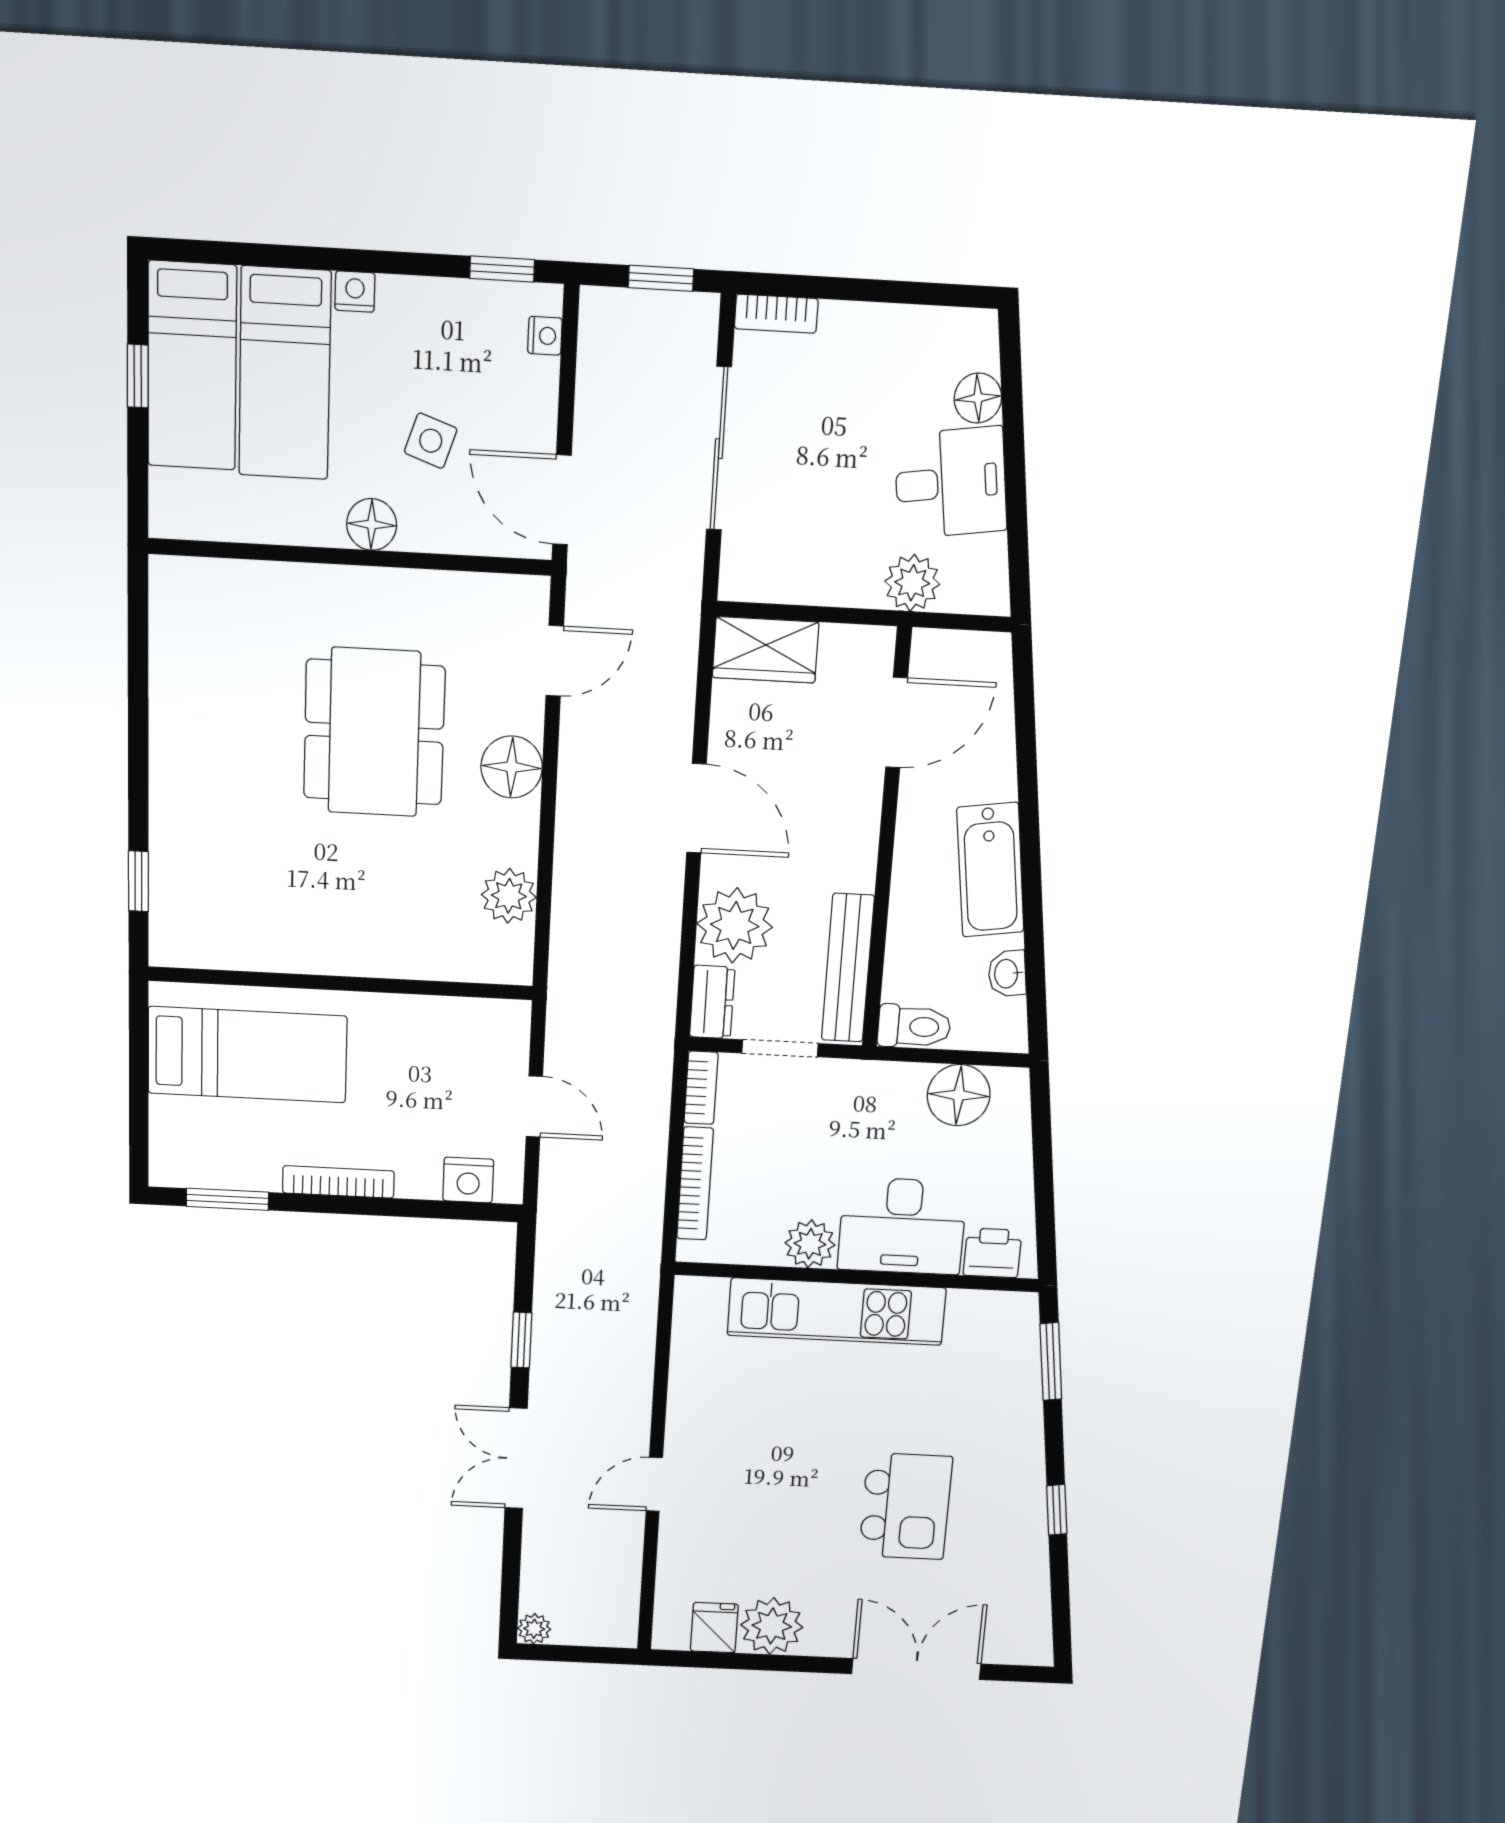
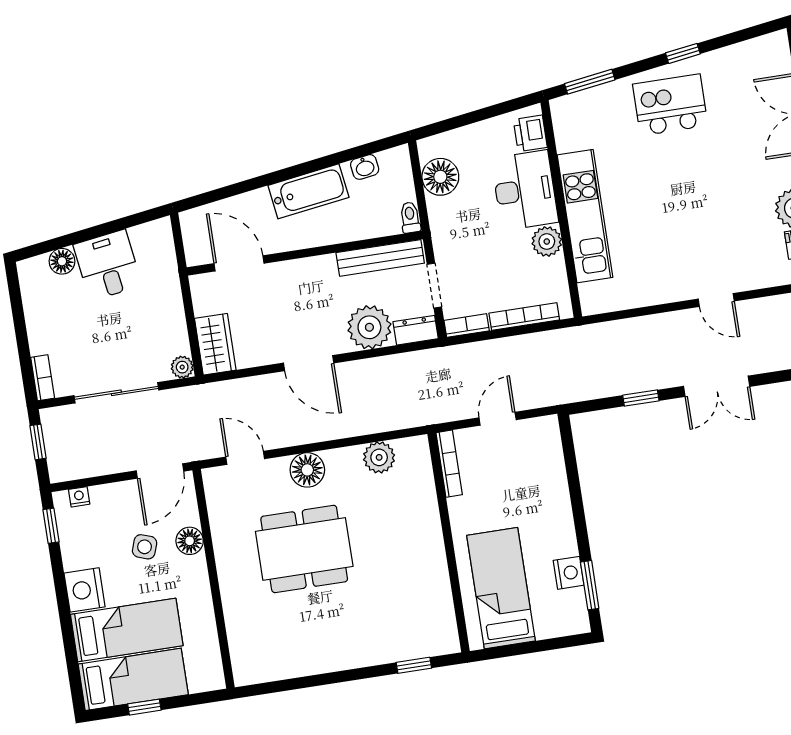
nightstand: (355, 292) -> (85, 590), width x1.89, depth x1.79
floor lamp: (372, 524) -> (190, 541), moved
plant: (912, 583) -> (182, 367), moved, width x0.73, depth x0.73
door: (696, 808) -> (309, 363), swing flipped
toilet: (914, 1026) -> (410, 217), width x0.73, depth x0.72
nightstand: (468, 1180) -> (569, 573), moved
bookcase: (338, 1182) -> (449, 464), moved, turned 180
kitchen island: (906, 1506) -> (670, 105), moved

